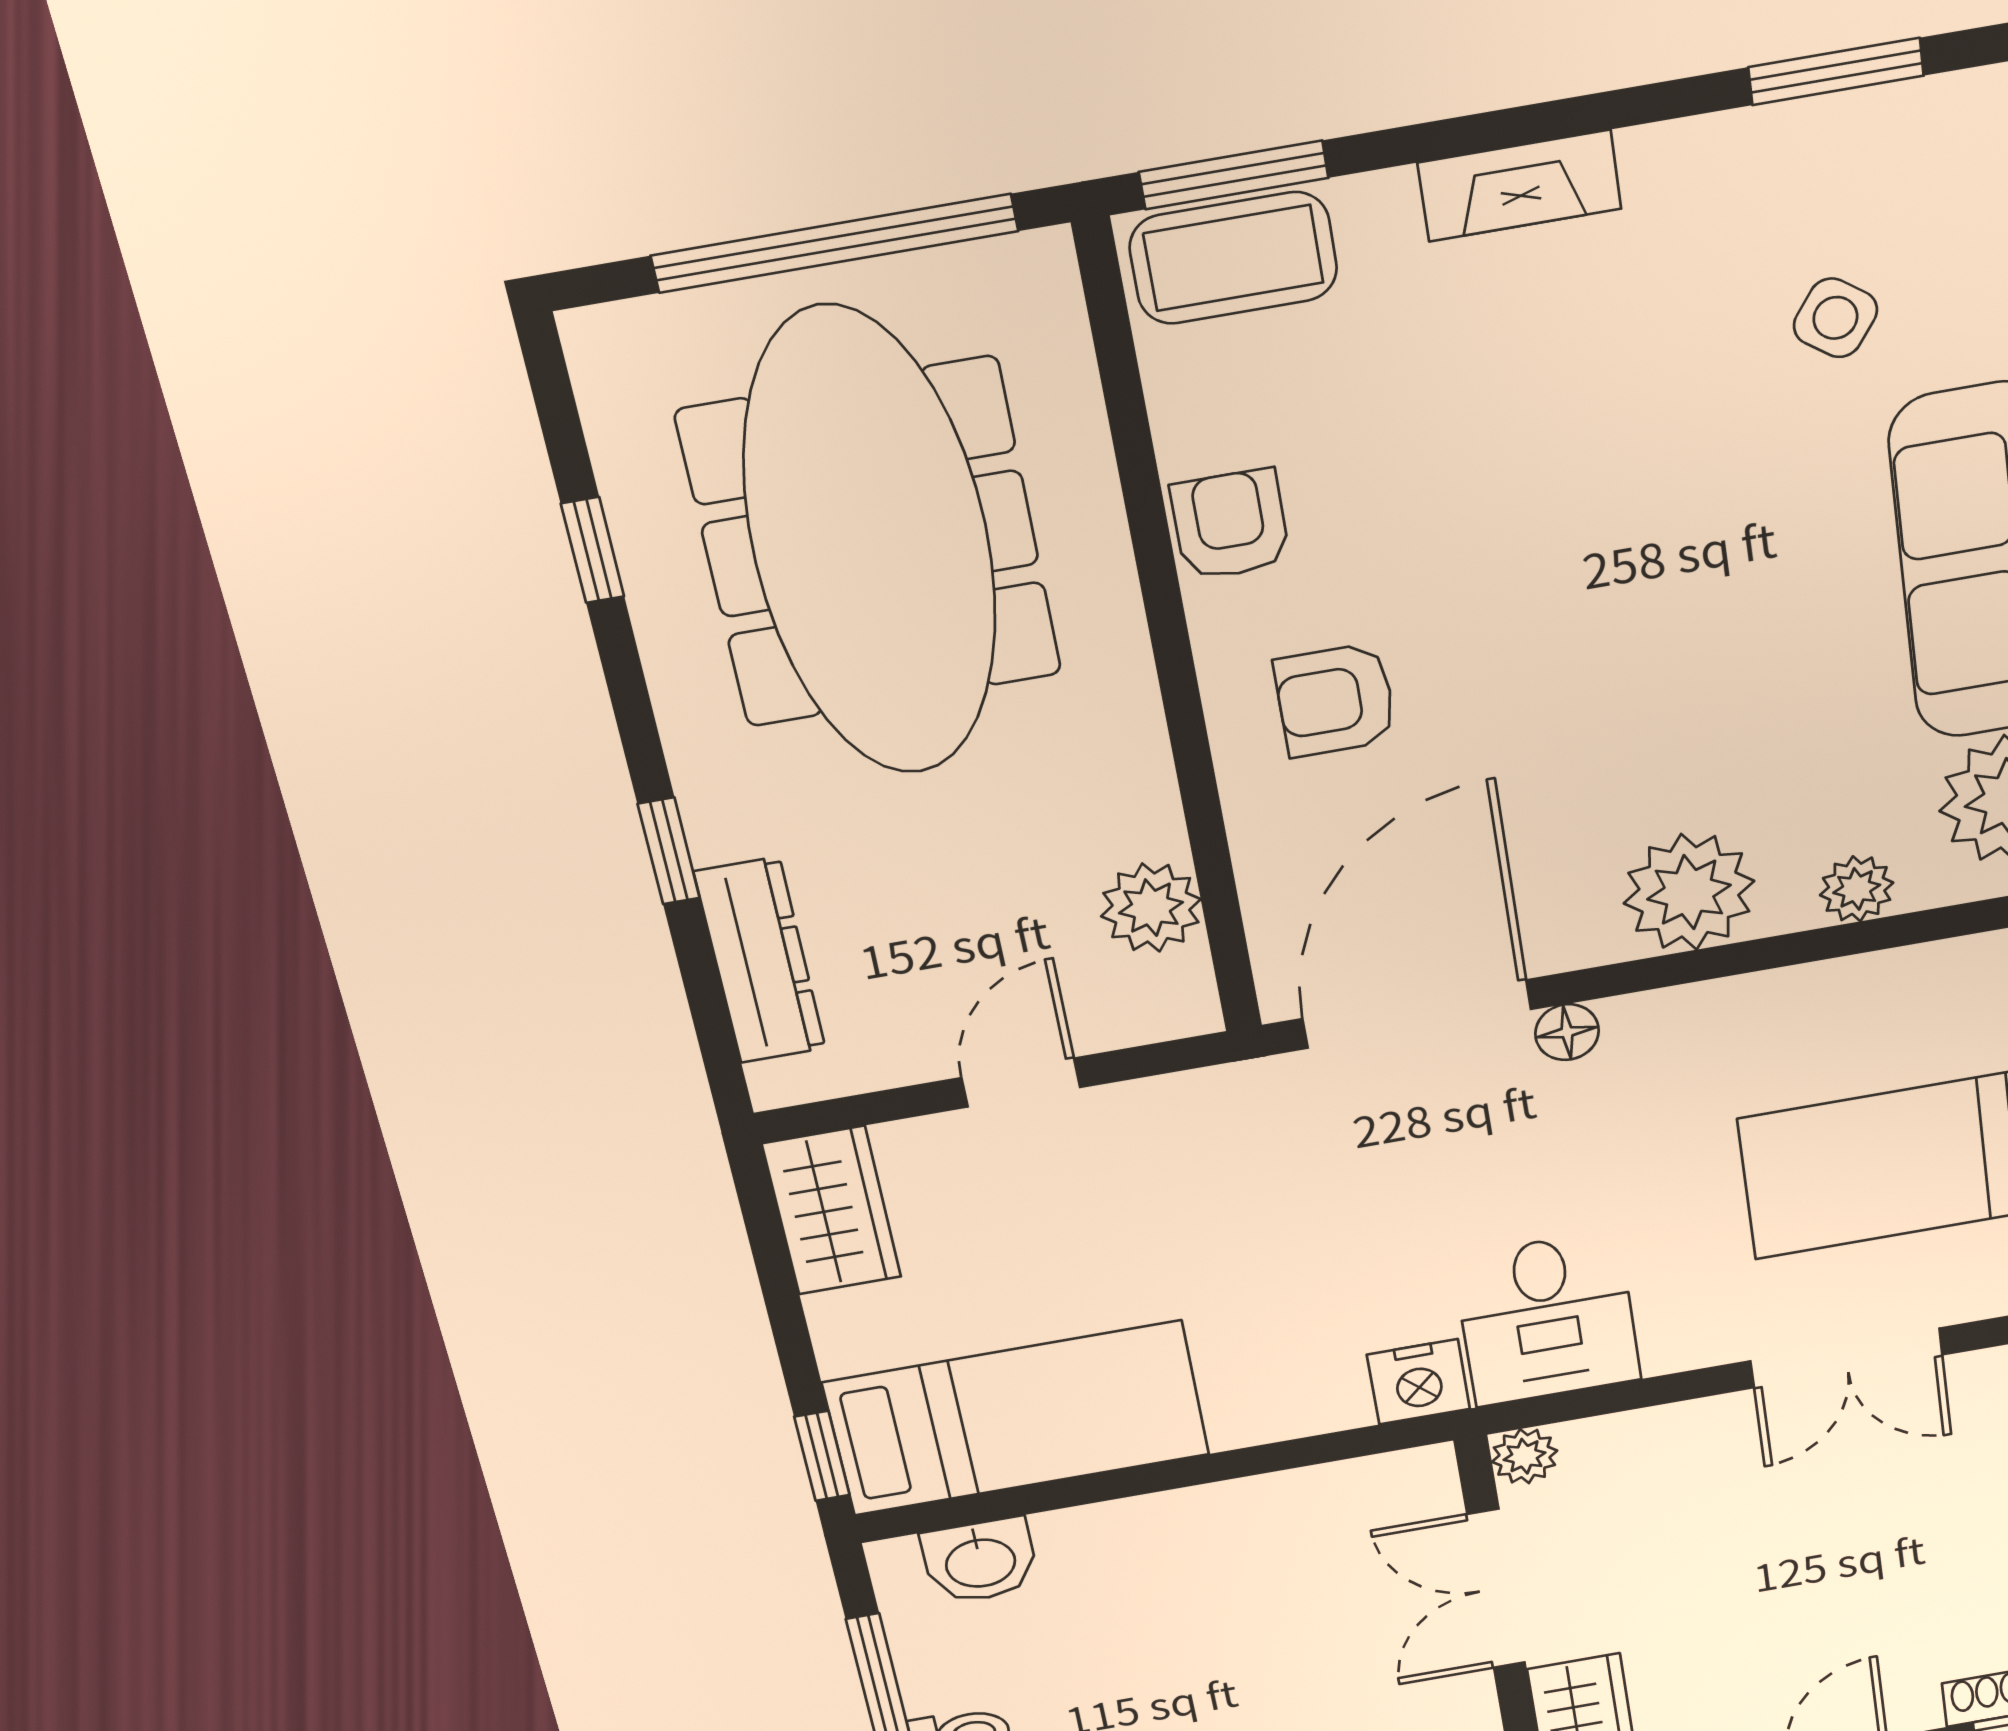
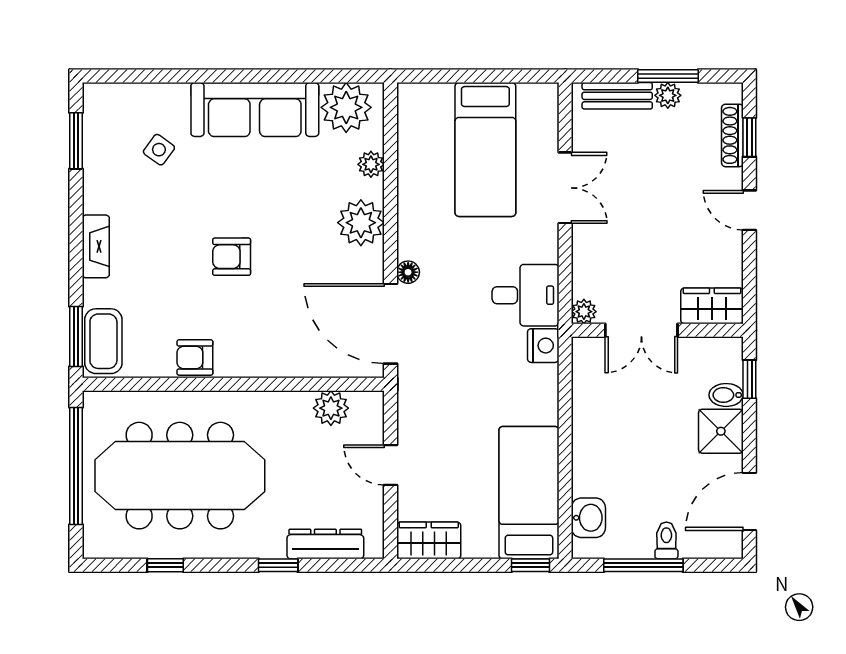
armchair: (1335, 700) -> (232, 257), moved, turned 90

